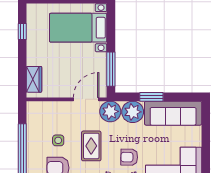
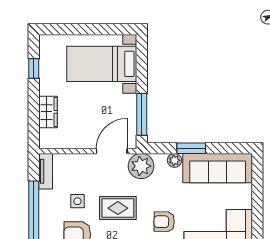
wardrobe: (34, 79) -> (48, 112), moved
plant: (133, 112) -> (174, 160), width x0.53, depth x0.53
tv unit: (32, 116) -> (46, 171), added
rug: (91, 146) -> (118, 208), turned 90

